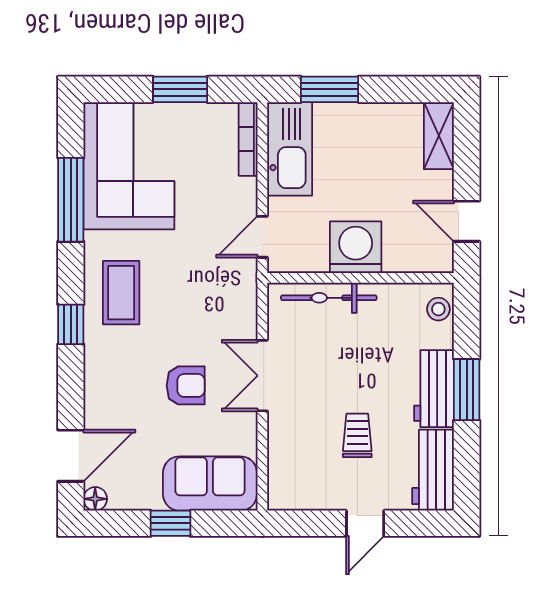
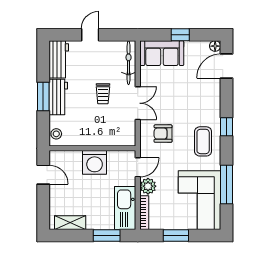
shelving: (439, 136) -> (70, 223), moved, turned 90
plant: (240, 196) -> (148, 186), added
bicycle: (329, 298) -> (129, 63), moved, turned -90
armchair: (186, 385) -> (163, 134), moved
trolley: (357, 435) -> (103, 94), moved

